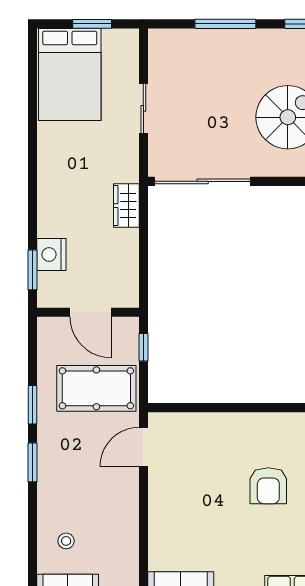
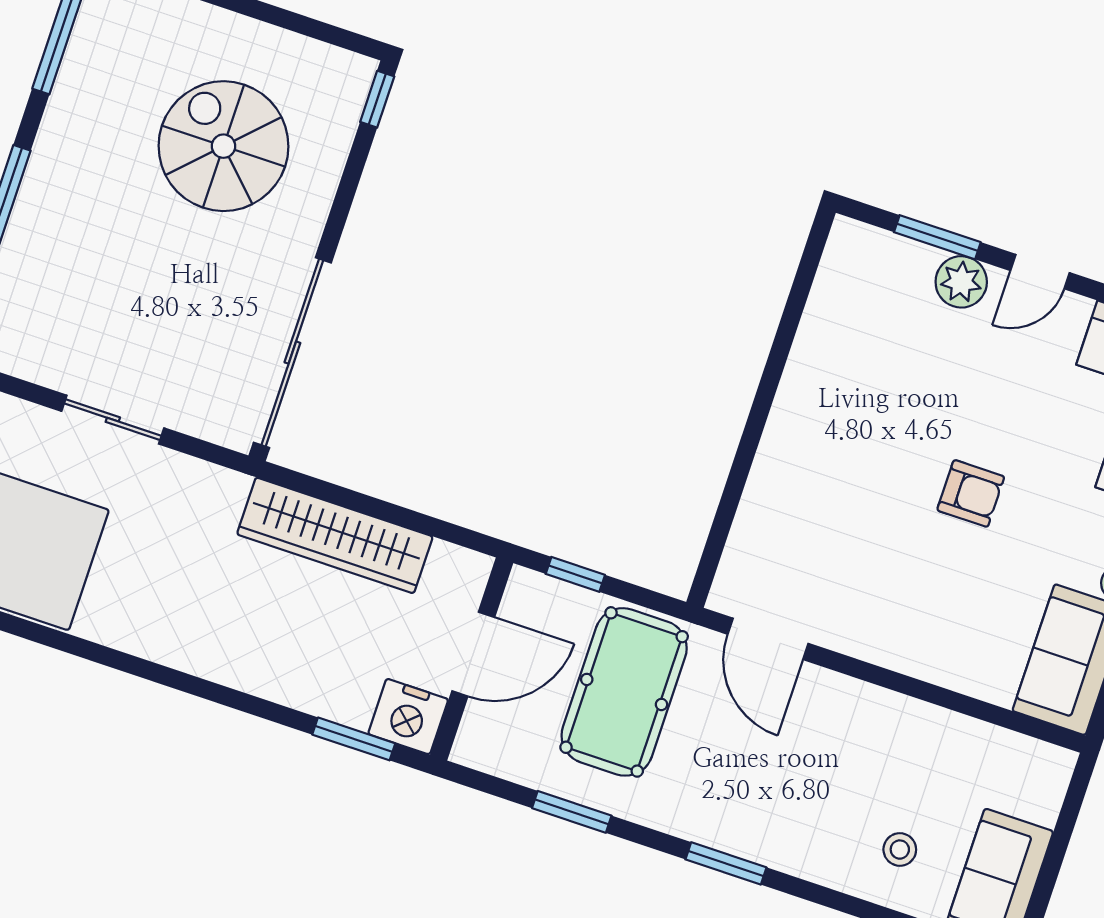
wardrobe: (126, 206) -> (335, 535), width x2.10, depth x1.17
nightstand: (51, 255) -> (408, 717), moved
window: (33, 405) -> (572, 812), moved
armchair: (268, 486) -> (971, 493), moved, width x0.72, depth x0.72

